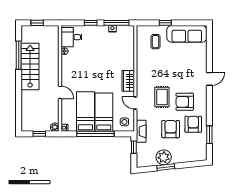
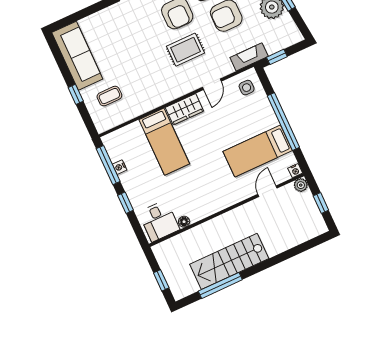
door: (60, 92) -> (267, 191), moved
bed: (104, 112) -> (164, 142), moved, turned -90

